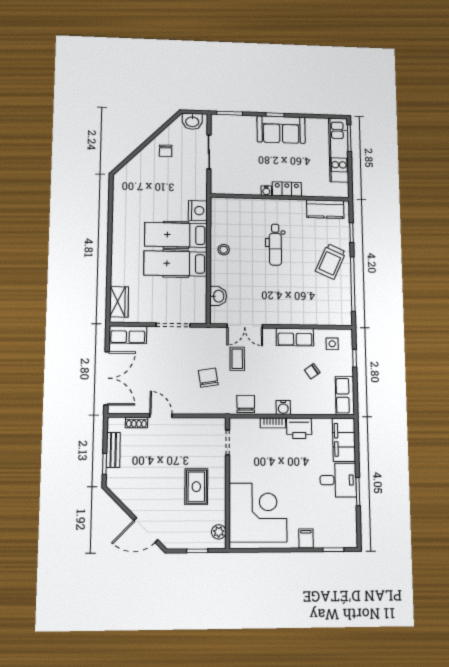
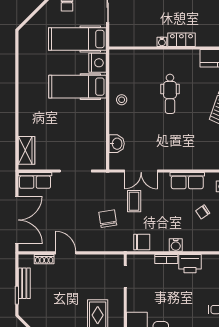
hospital bed: (176, 264) -> (77, 39), moved
chair: (246, 404) -> (142, 242), turned 90

